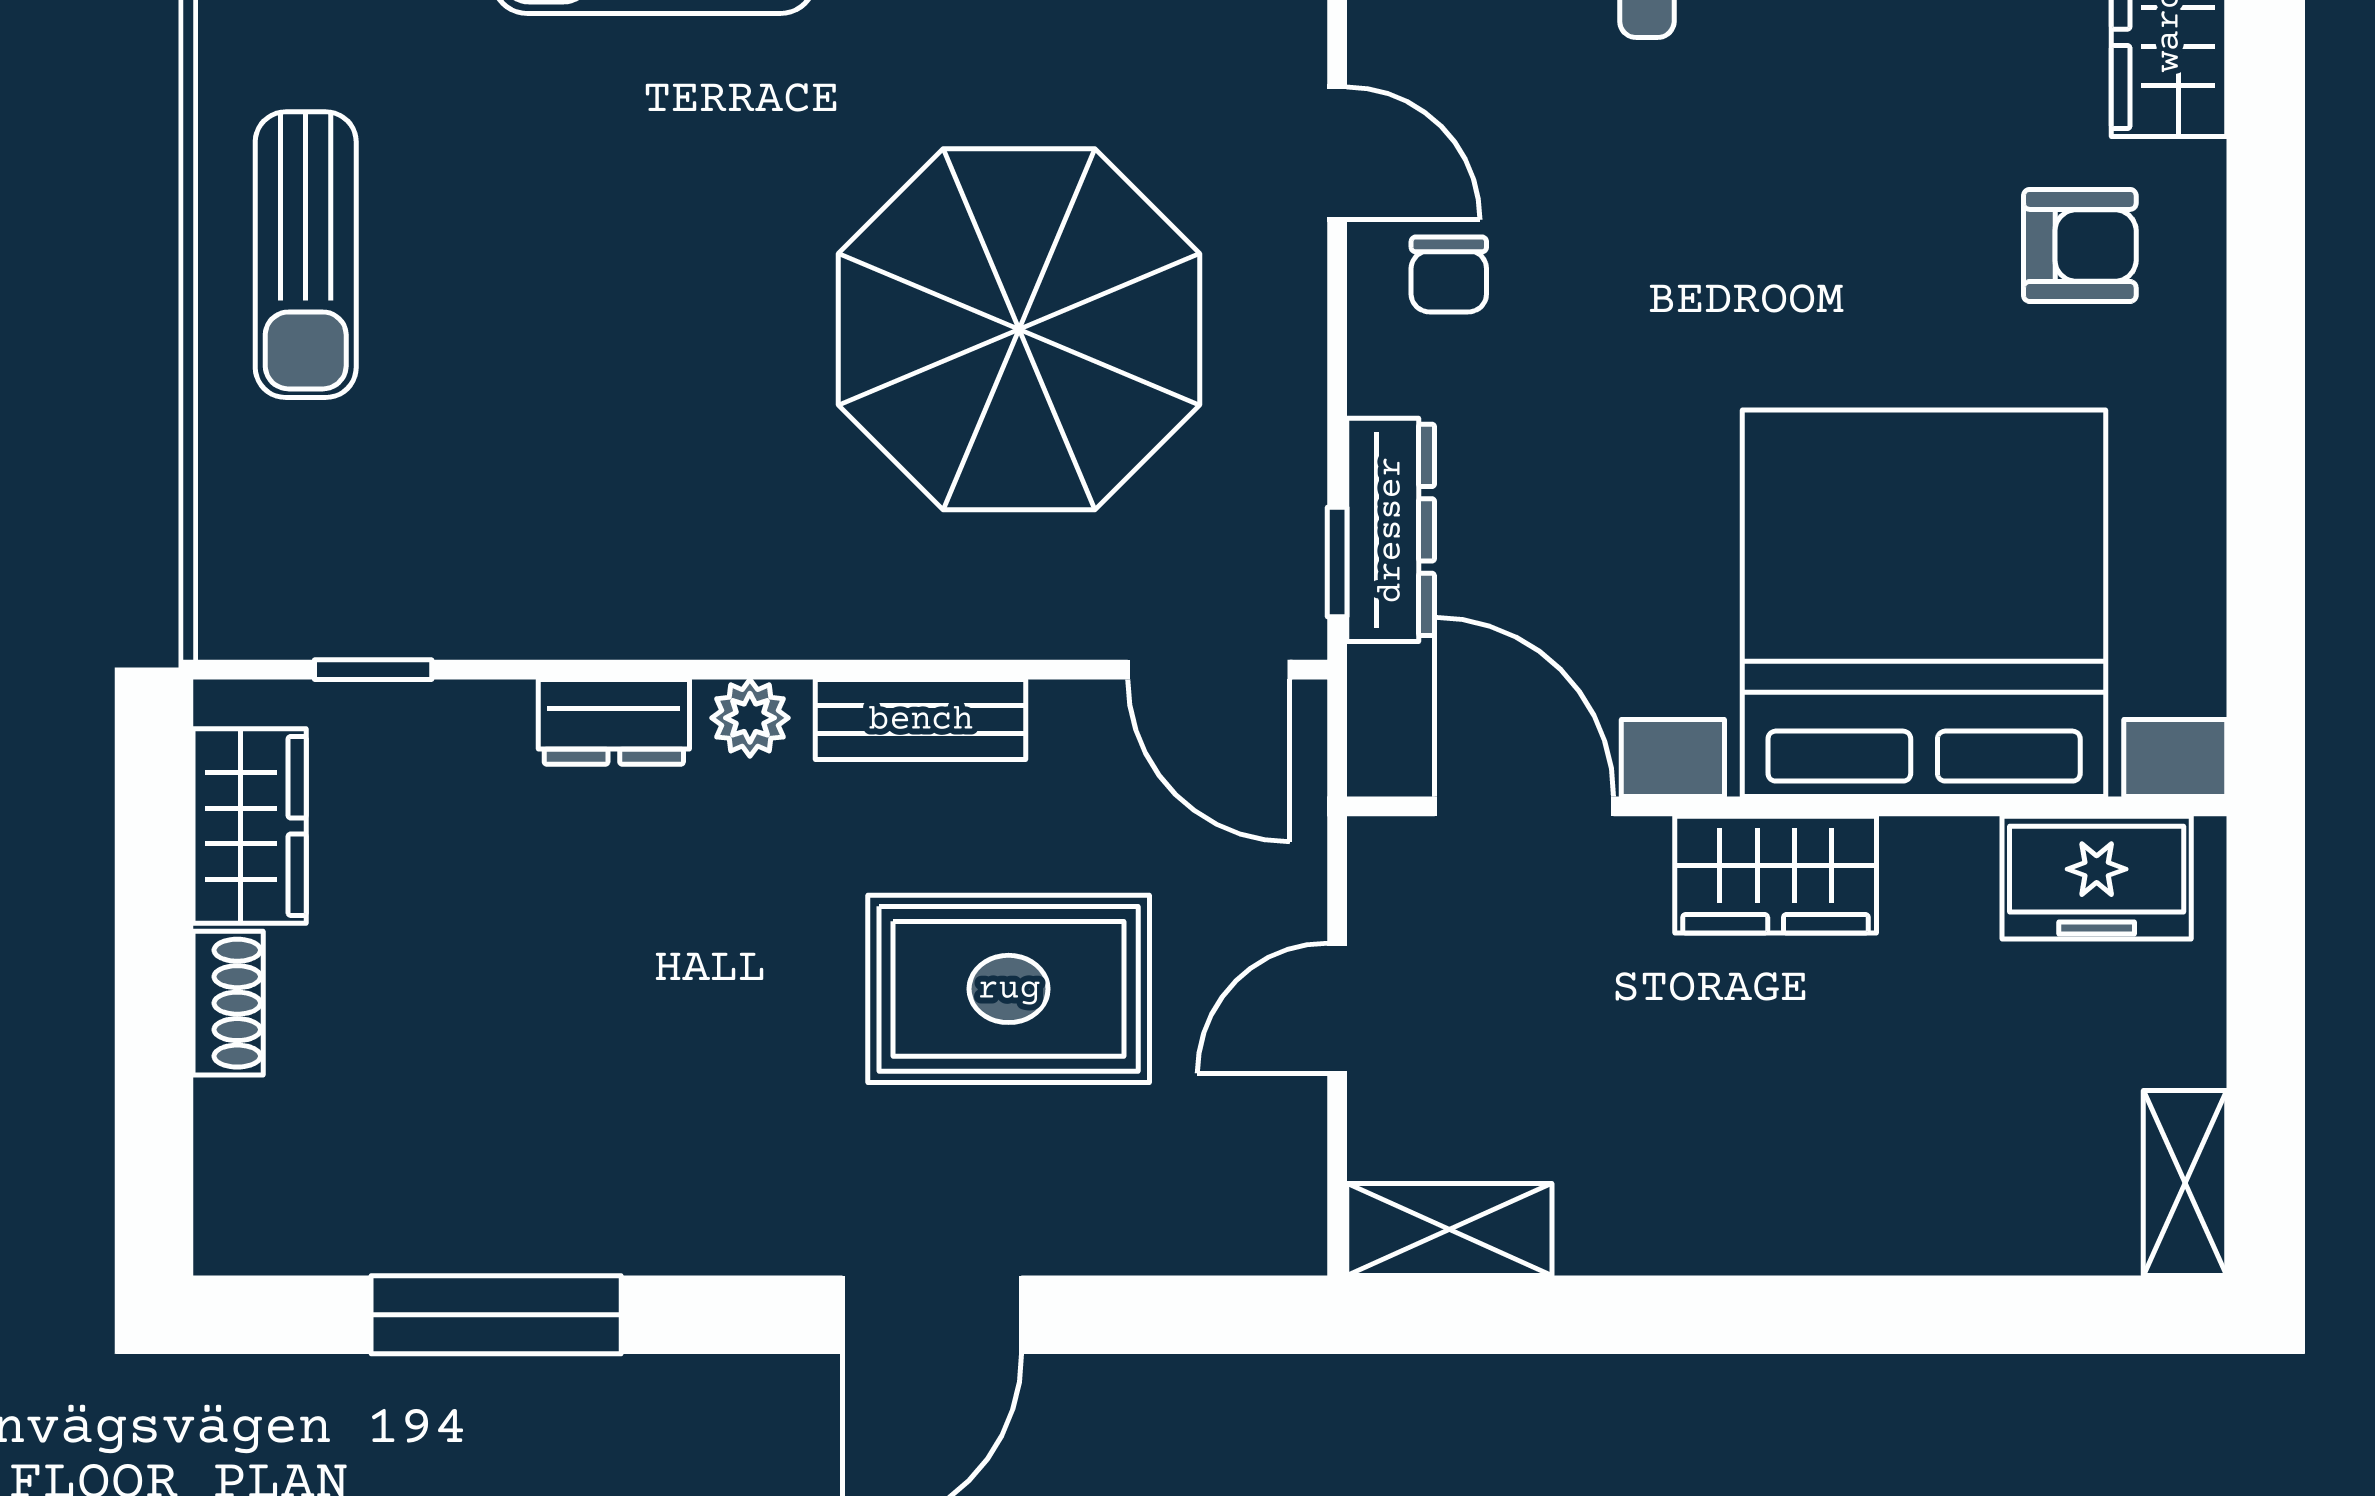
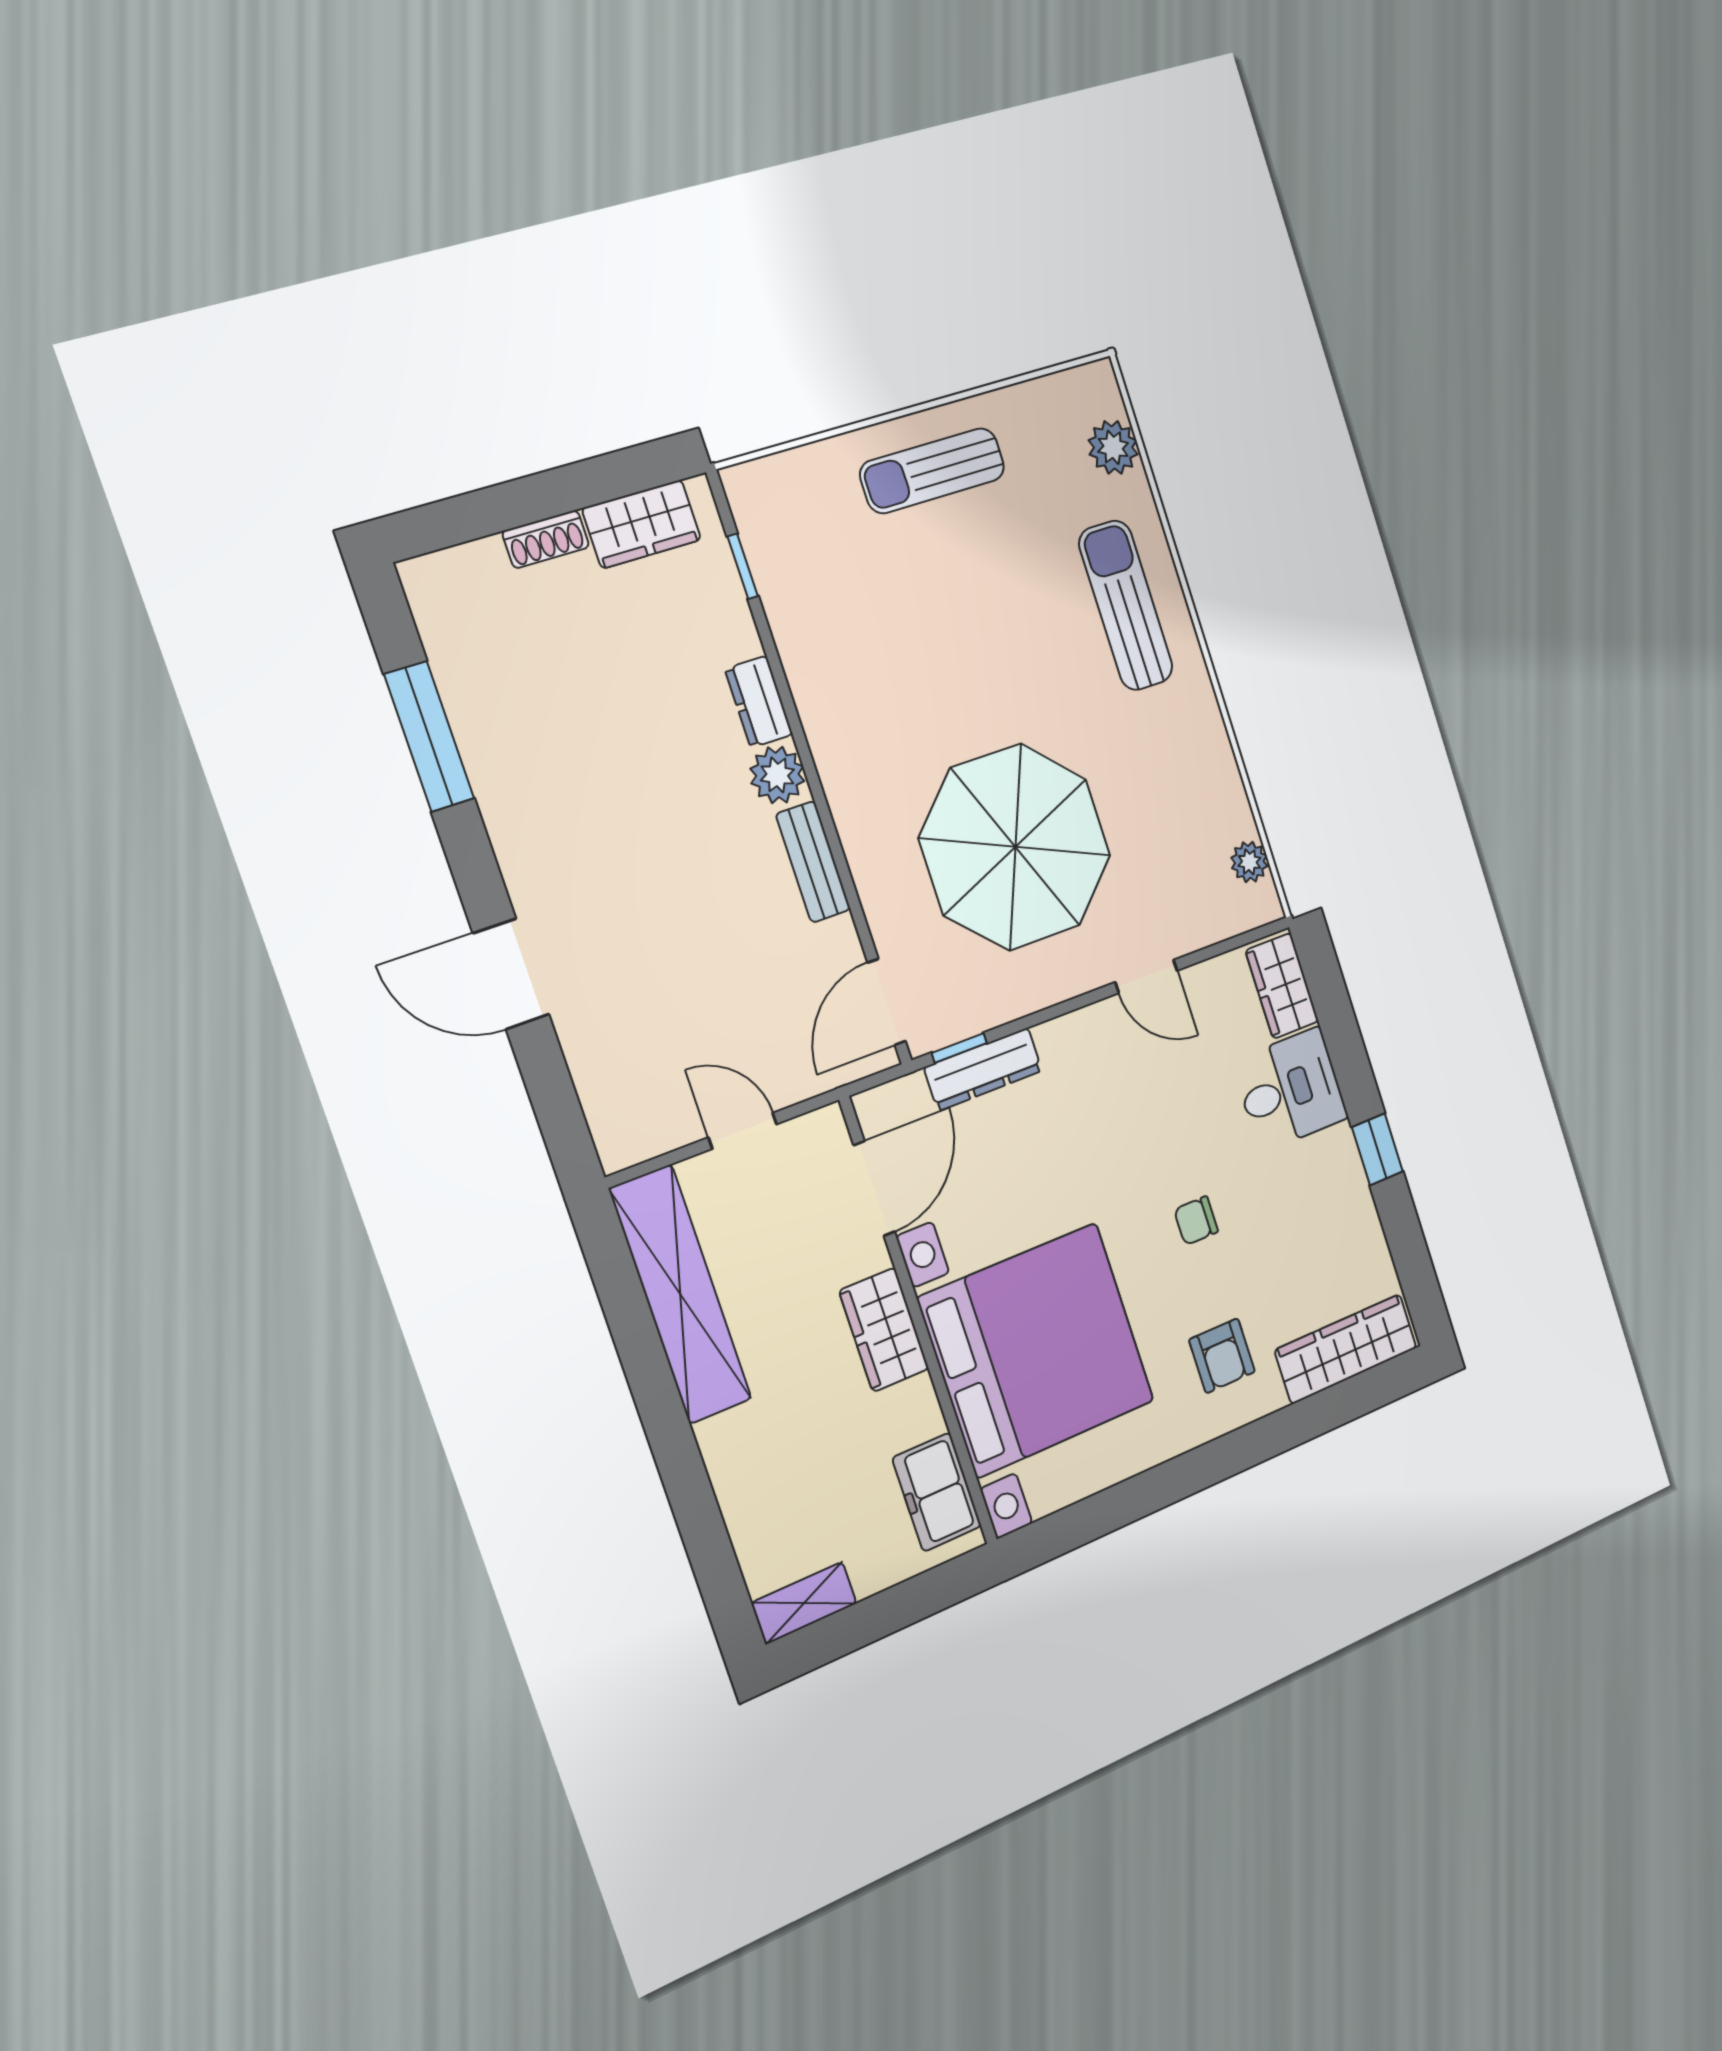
door: (1337, 153) -> (1146, 976), hinge flipped
chair: (1449, 275) -> (1196, 1221), moved
plant: (750, 718) -> (777, 775), width x1.38, depth x1.38
rug: (1009, 989) -> (694, 955), removed
shelving: (1449, 1230) -> (680, 1294), width x2.20, depth x1.33

